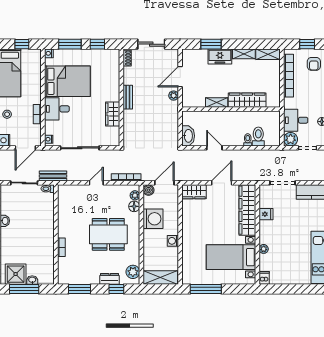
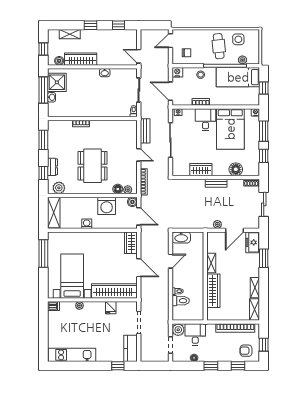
freezer: (220, 56) -> (253, 242), moved
floor lamp: (112, 75) -> (236, 169), added
door: (180, 77) -> (234, 230), swing flipped
bench: (53, 176) -> (145, 131), moved

